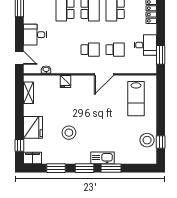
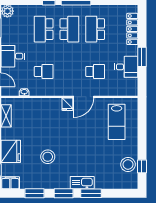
school desk: (90, 50) -> (44, 71), moved
window: (161, 55) -> (142, 57), moved
fridge: (65, 82) -> (67, 104), moved

